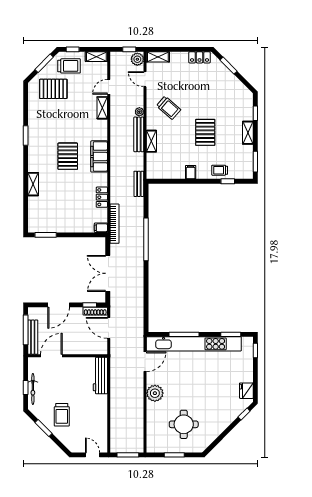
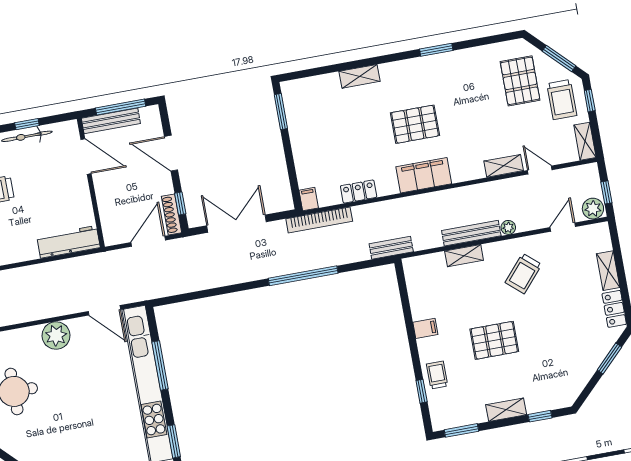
shelving: (158, 57) -> (608, 271), moved

